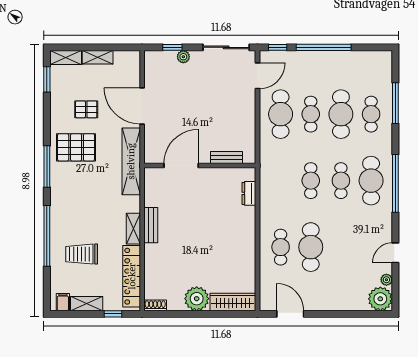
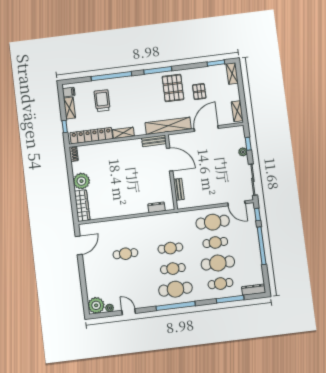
shelving: (98, 57) -> (237, 111), moved
dresser: (386, 67) -> (254, 290), added
bench: (151, 225) -> (154, 141), moved
cafe table: (281, 247) -> (123, 233), removed
cafe table: (311, 247) -> (125, 254), width x0.73, depth x0.74

